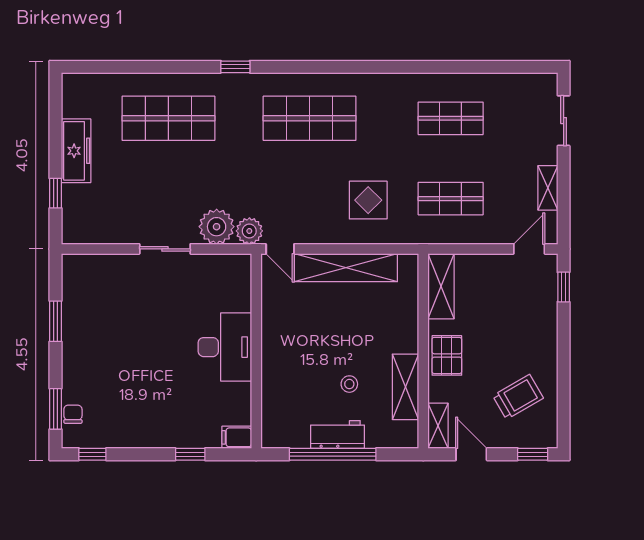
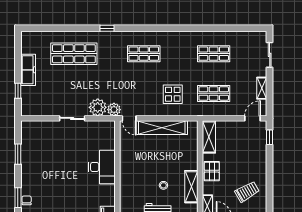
shop shelf: (310, 118) -> (144, 54), width x0.70, depth x0.74

